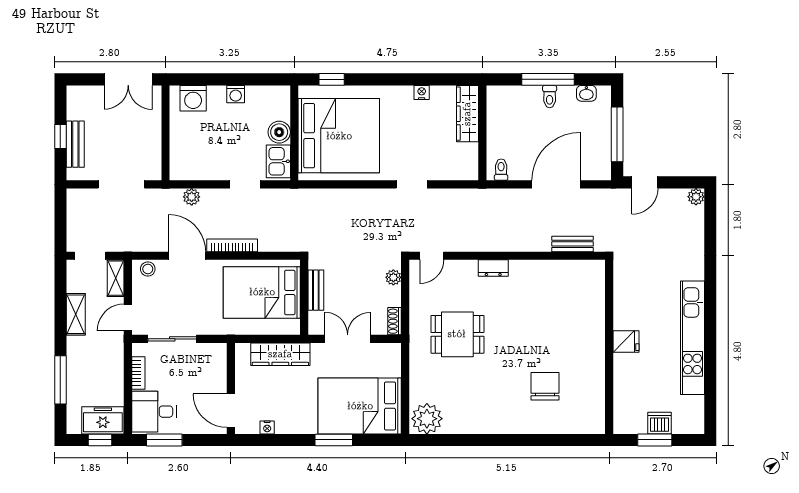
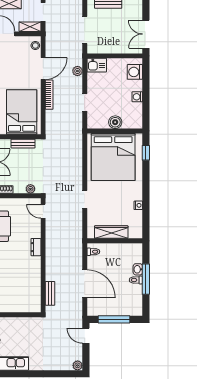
washbasin: (586, 93) -> (138, 269), moved
wardrobe: (467, 114) -> (111, 232), moved
kitchen sink: (278, 161) -> (97, 65), moved, turned 180

